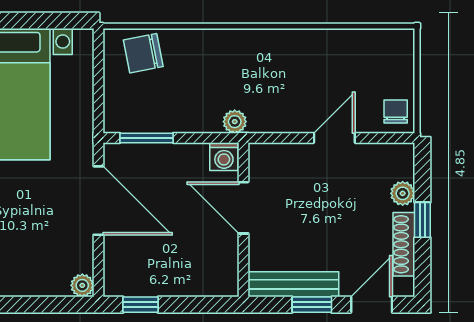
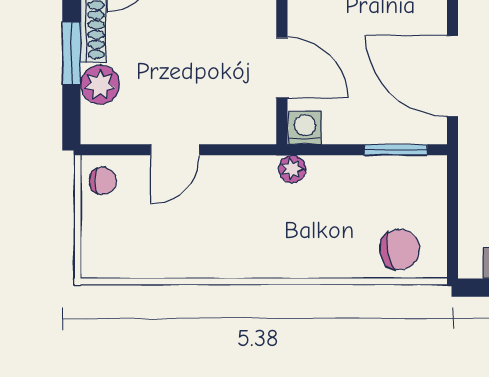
chair: (396, 111) -> (103, 181), turned -90
plant: (403, 193) -> (100, 85), width x1.38, depth x1.38
window: (422, 220) -> (71, 53), width x1.50

